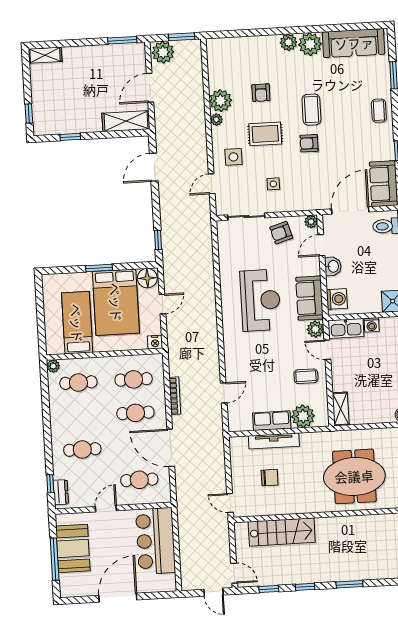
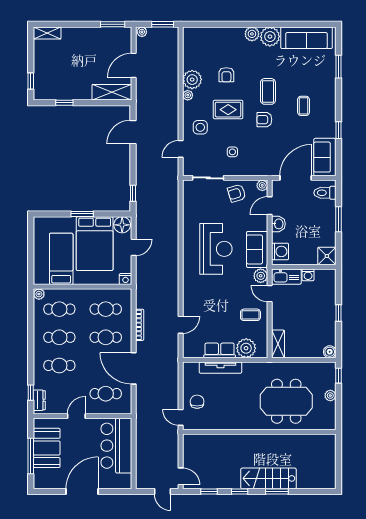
plant: (163, 52) -> (142, 32), width x0.53, depth x0.53
coffee table: (379, 111) -> (303, 106), moved
cafe table: (80, 416) -> (59, 337), added
chair: (270, 478) -> (197, 402), moved, turned -90
stairs: (282, 532) -> (269, 478), moved, turned 180

